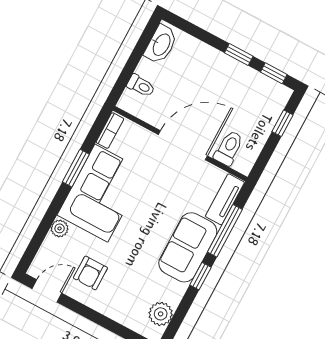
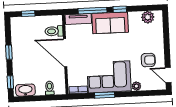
window: (274, 73) -> (10, 82), moved

